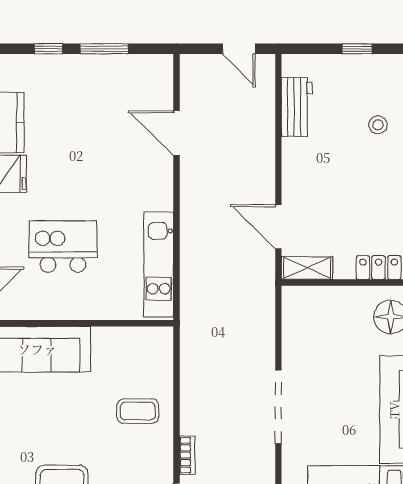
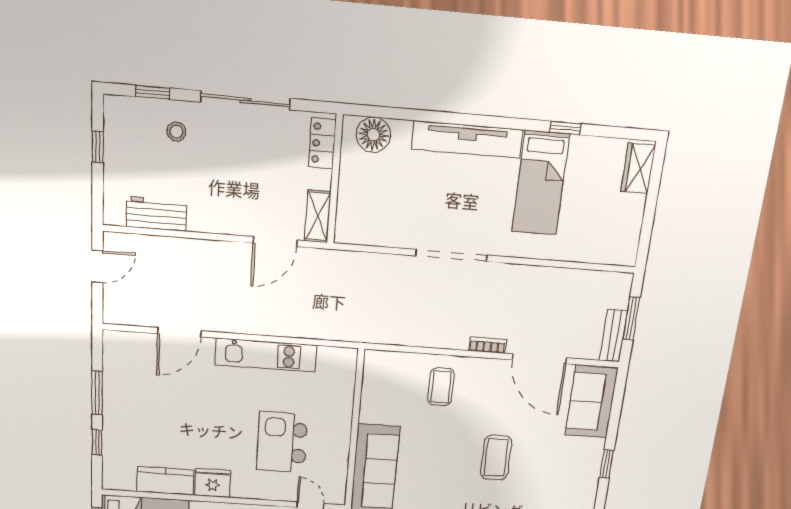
kitchen unit: (159, 265) -> (266, 355), moved

